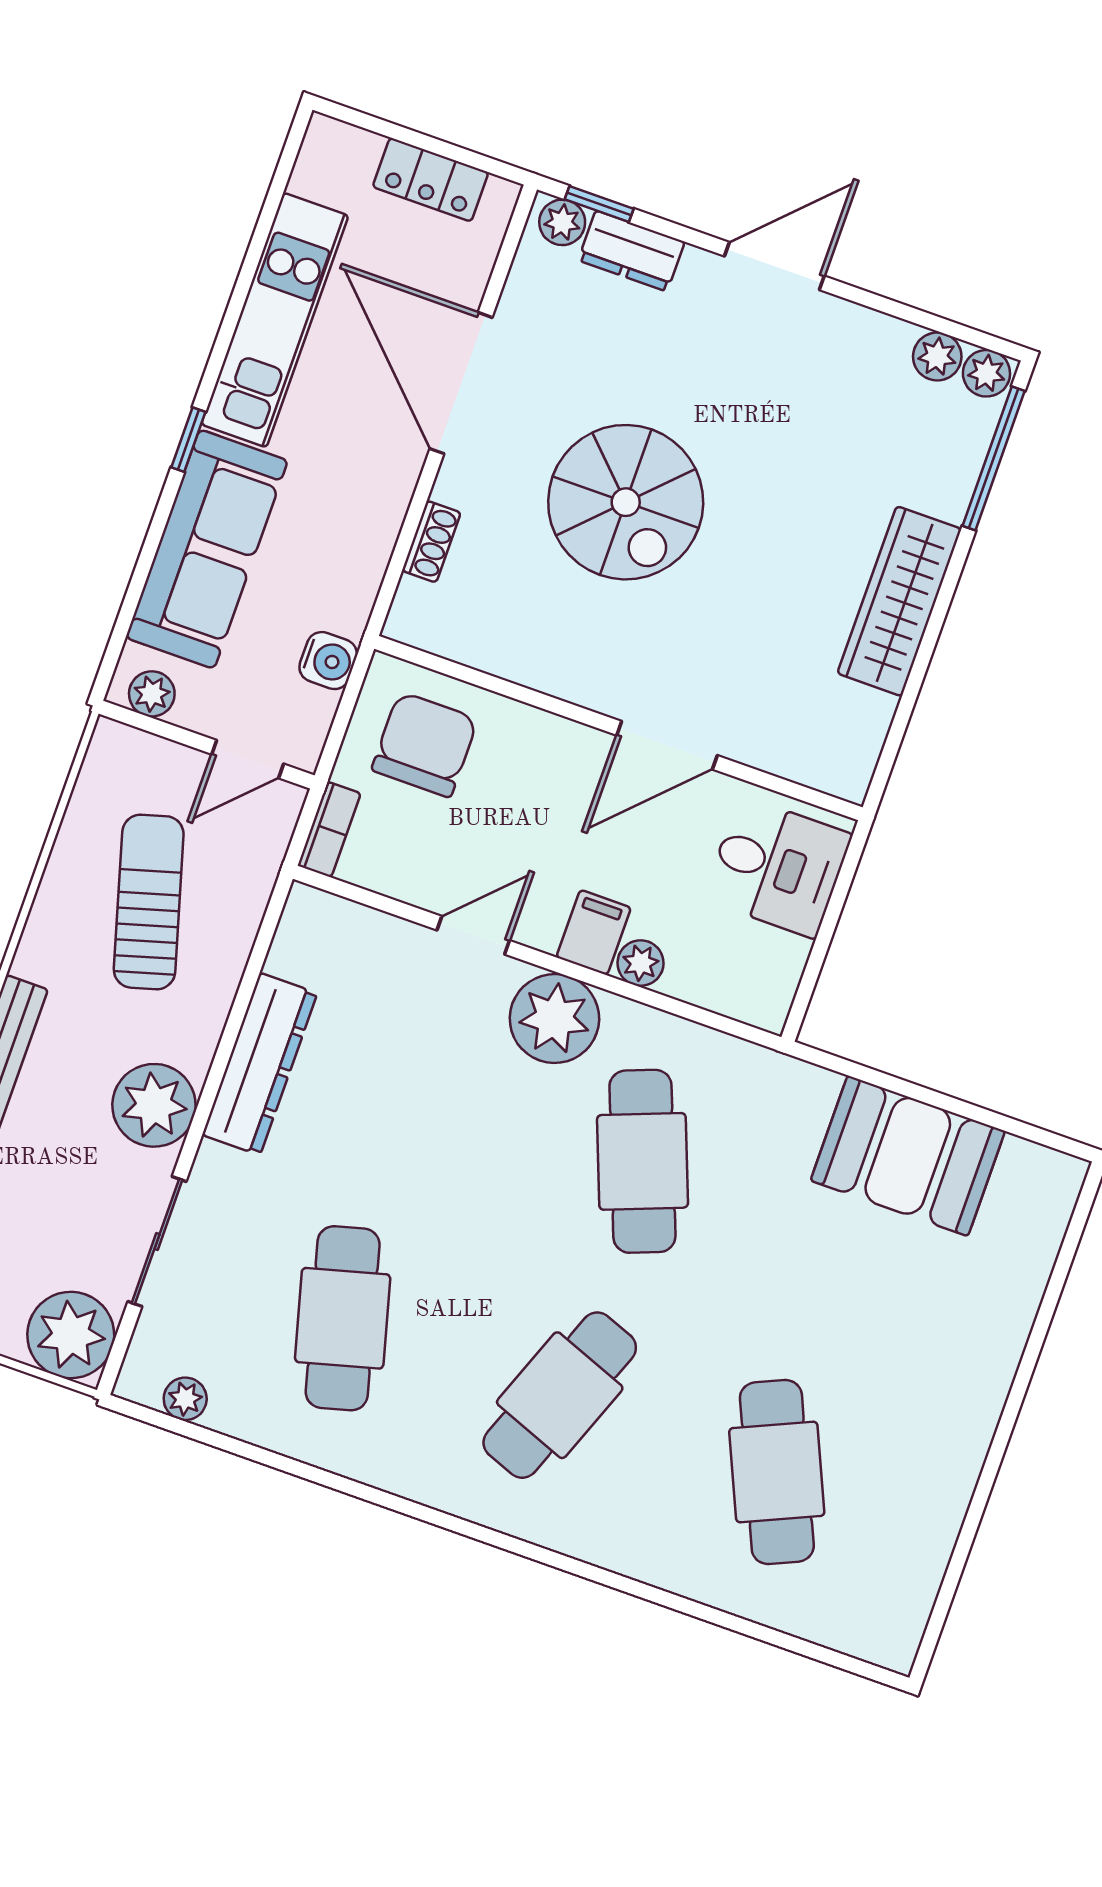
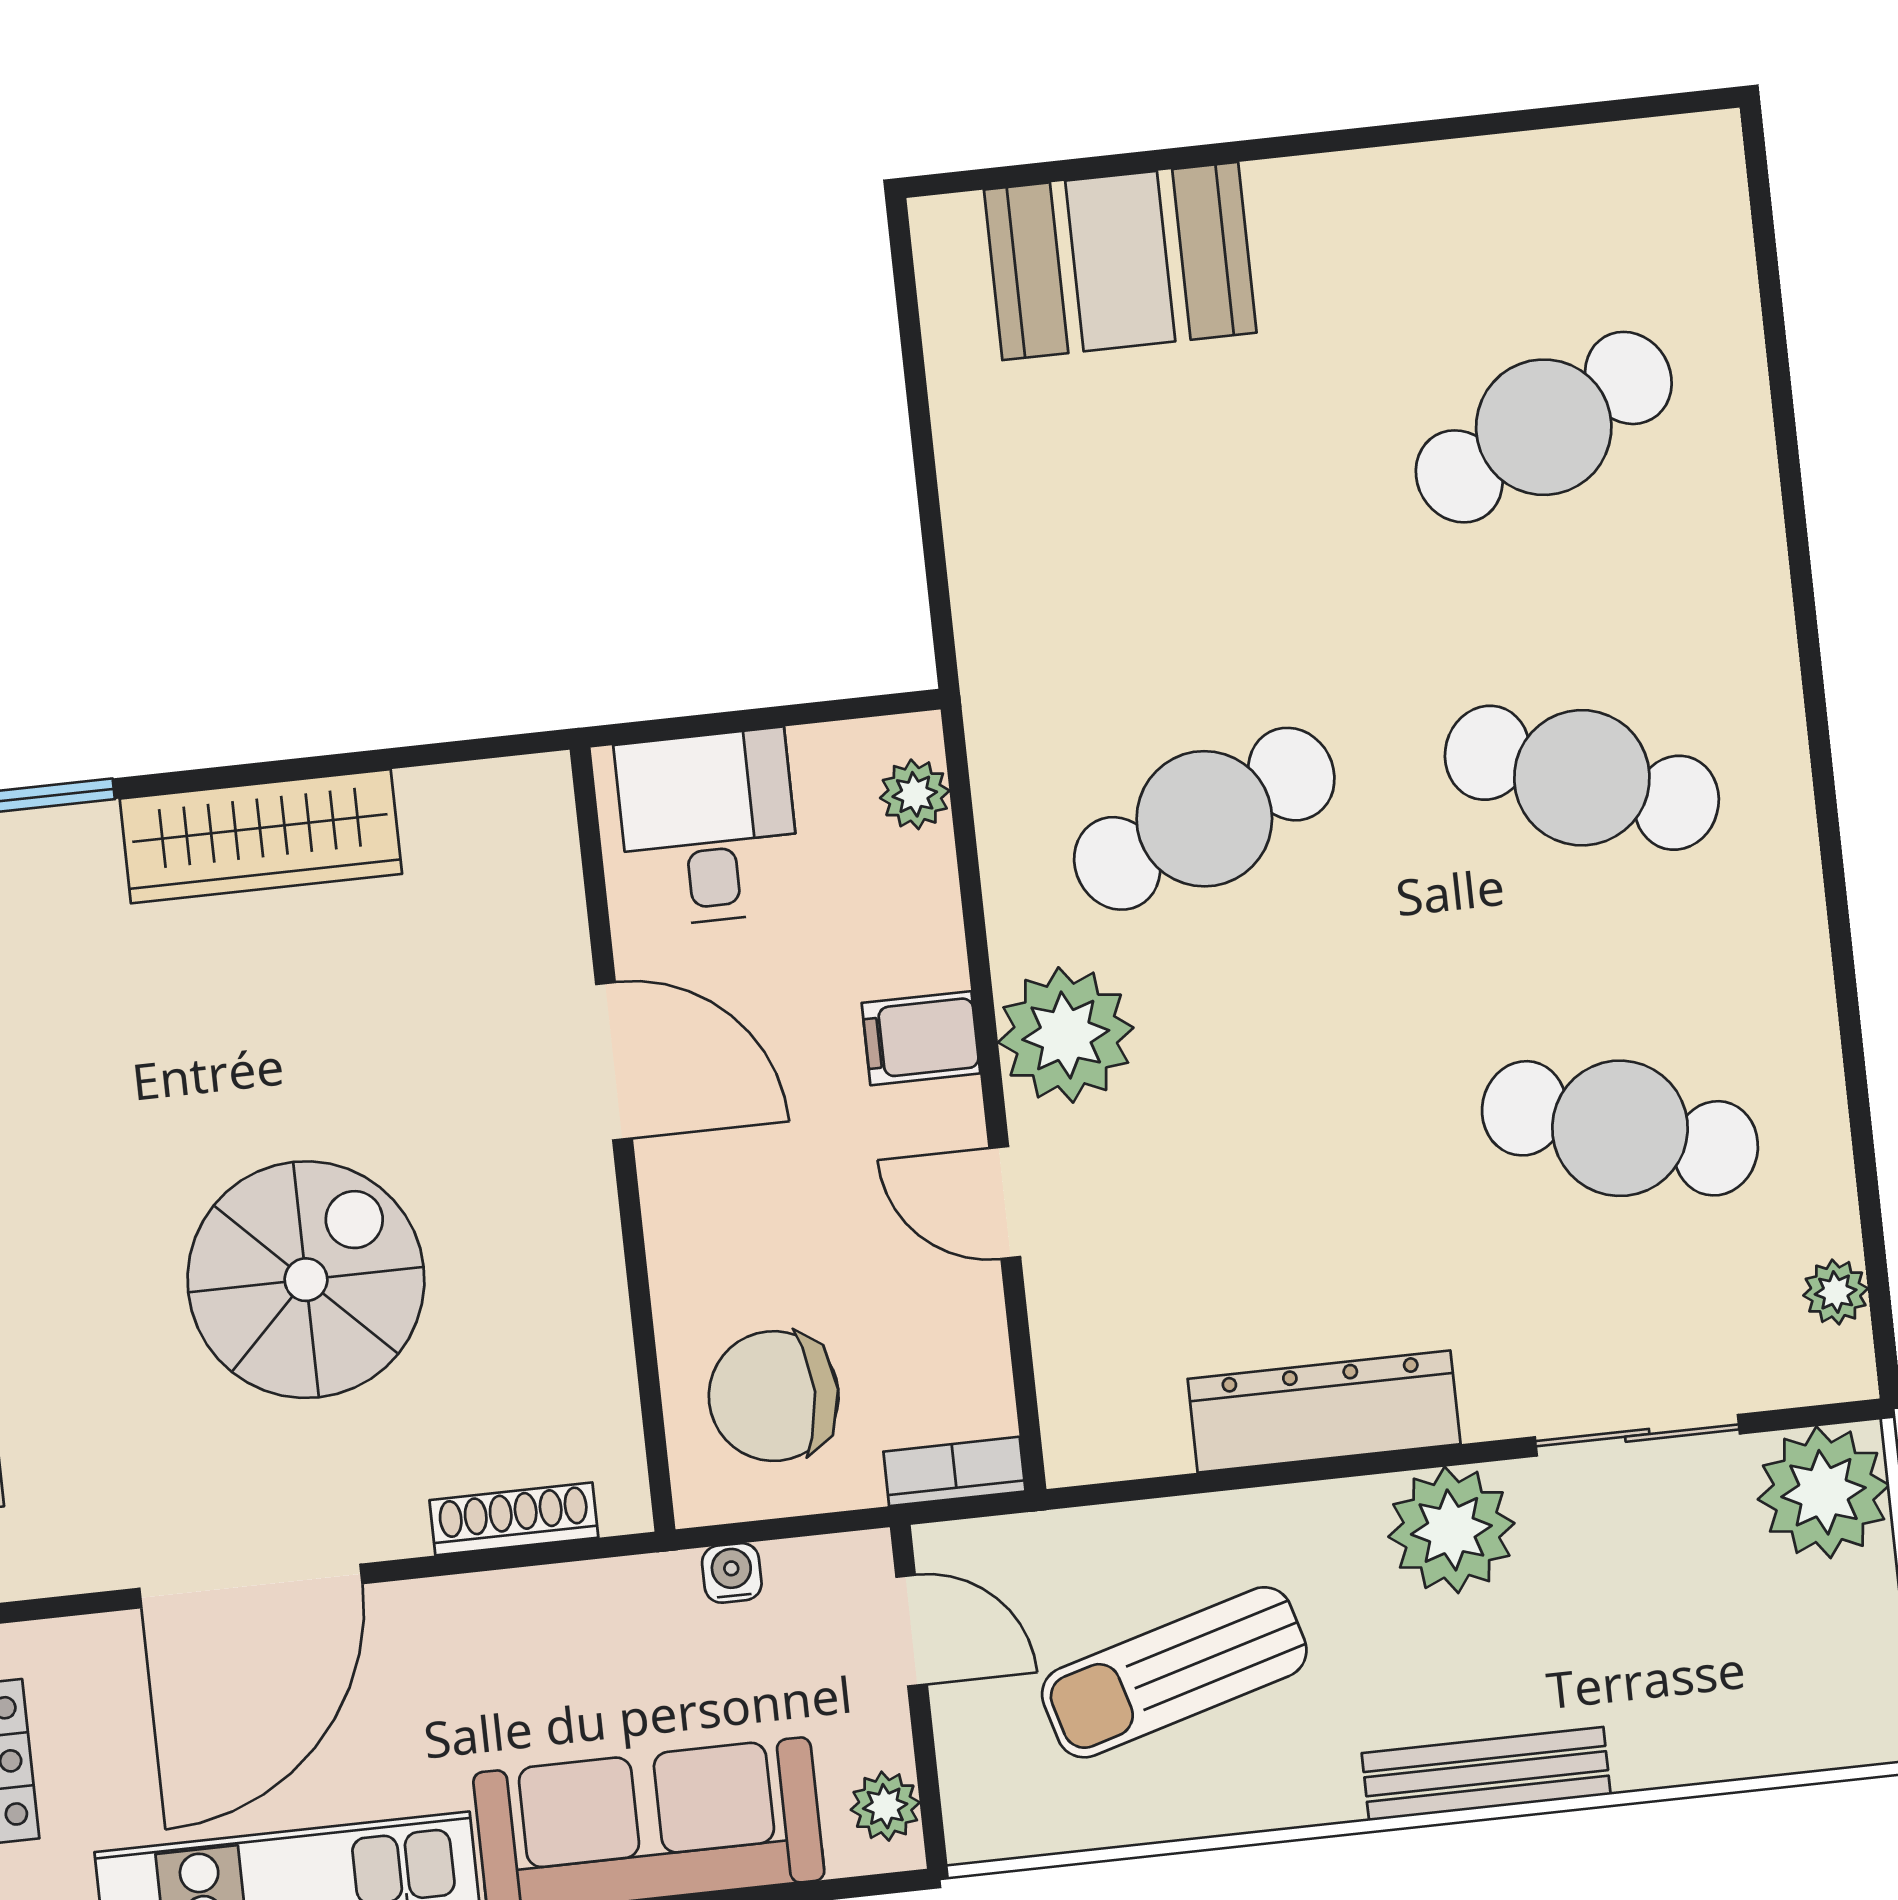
shoe rack: (431, 542) -> (514, 1519), width x1.43
water cooler: (328, 661) -> (732, 1573), width x0.72, depth x0.72
plant: (641, 963) -> (915, 794), moved
booth: (908, 1156) -> (1120, 261), moved, turned 90
cafe table: (343, 1318) -> (1620, 1128), turned 33

